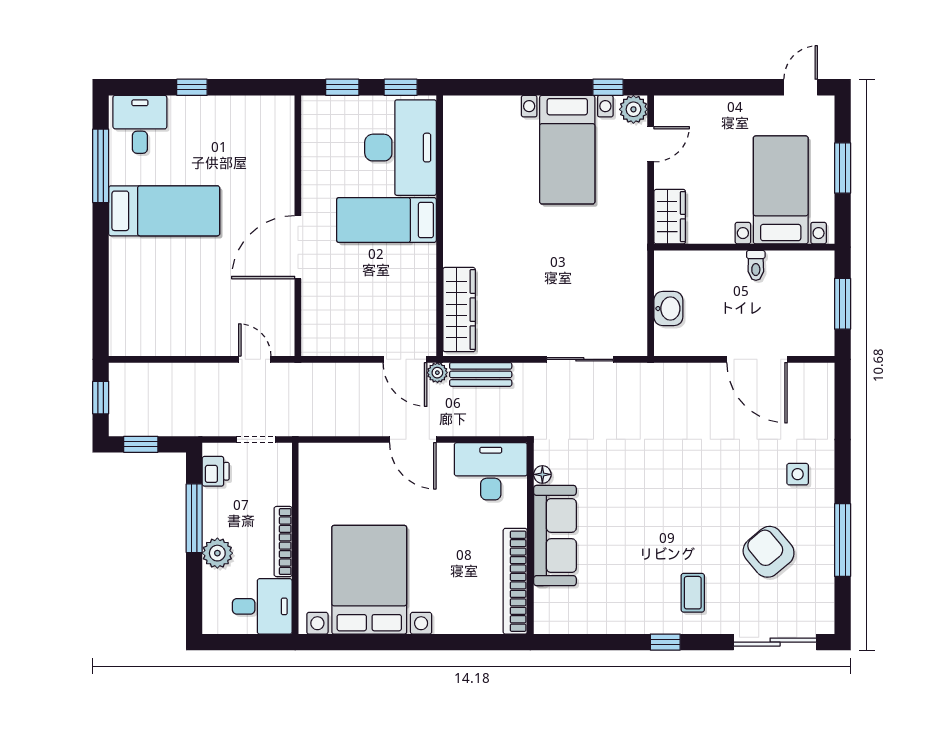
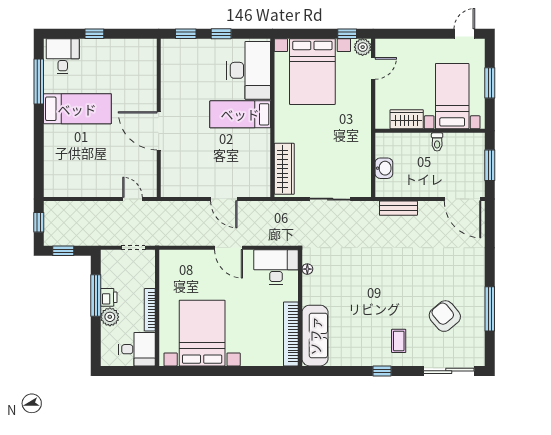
desk: (401, 148) -> (249, 70), moved
bed with nightstands: (567, 150) -> (312, 72), width x1.36
wardrobe: (670, 217) -> (407, 119), moved, turned -90
bed: (386, 220) -> (240, 114), moved
wall: (440, 226) -> (272, 118), moved
door: (298, 247) -> (159, 131), hinge flipped
wardrobe: (459, 310) -> (284, 169), moved
door: (757, 359) -> (463, 199), moved
plant: (437, 373) -> (243, 207), removed
bench: (481, 374) -> (398, 208), moved
printer: (216, 471) -> (109, 297), moved
side table: (798, 474) -> (462, 269), removed
sofa: (555, 536) -> (315, 336), moved

